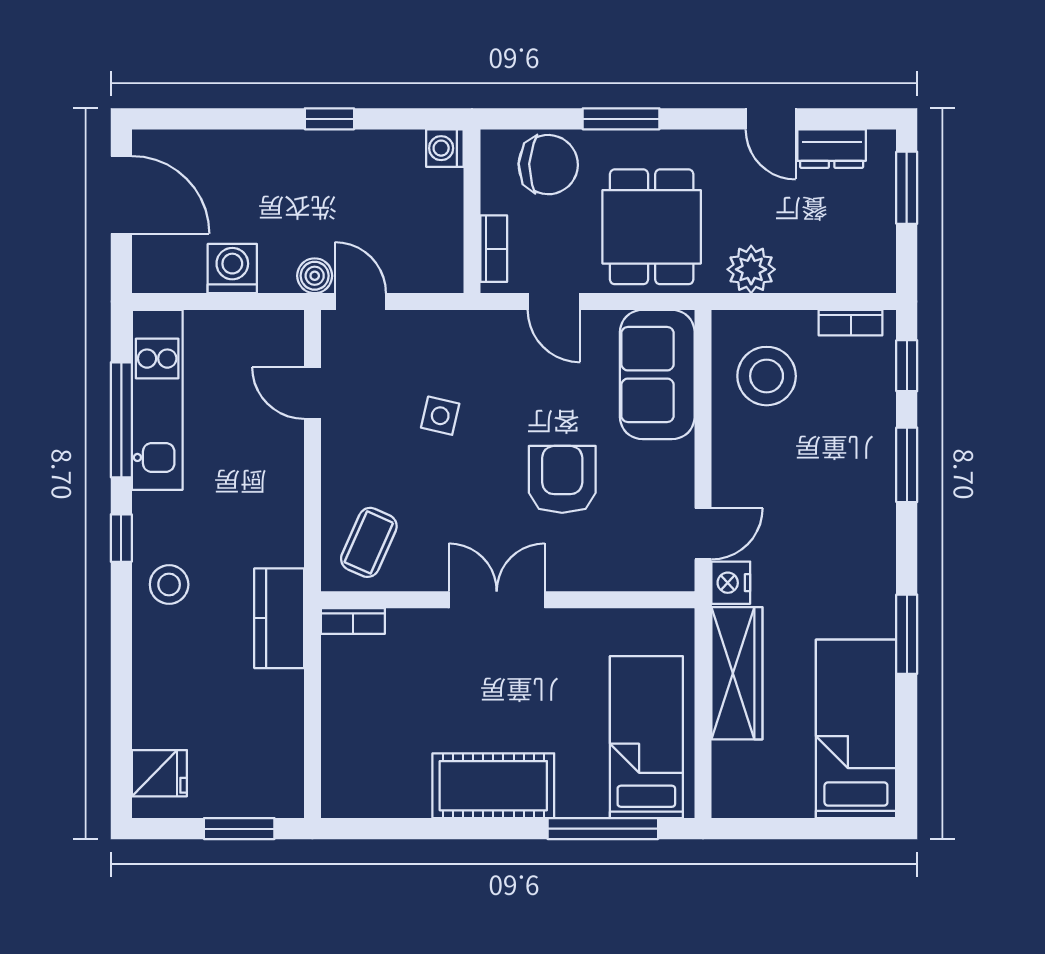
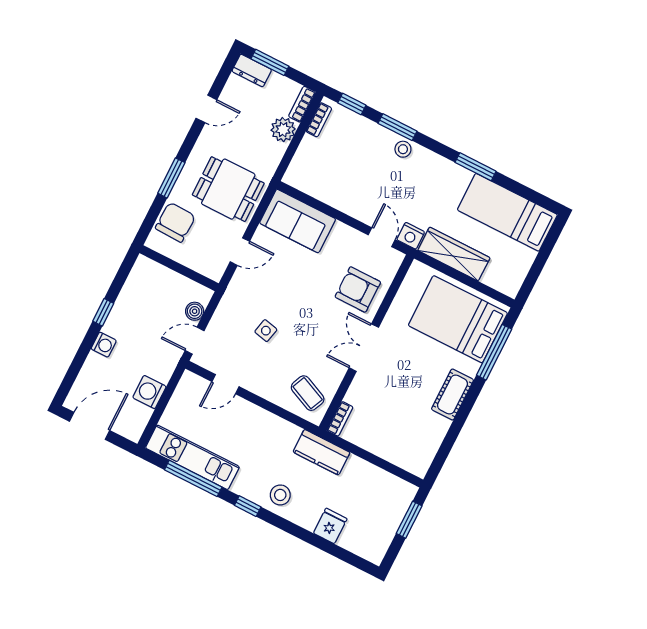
washing machine: (445, 148) -> (104, 345), moved, turned -90
dresser: (832, 149) -> (252, 70), moved, turned 90
bookcase: (494, 249) -> (302, 104), moved, turned -90
plant: (751, 269) -> (283, 130), moved
boiler: (315, 276) -> (195, 311), moved
stool: (767, 376) -> (403, 149), moved, width x0.53, depth x0.53
armchair: (562, 479) -> (358, 289), moved
bed: (646, 737) -> (458, 319), width x1.50
fridge: (159, 773) -> (330, 526), moved
cot: (493, 786) -> (453, 395), width x0.73, depth x0.75

